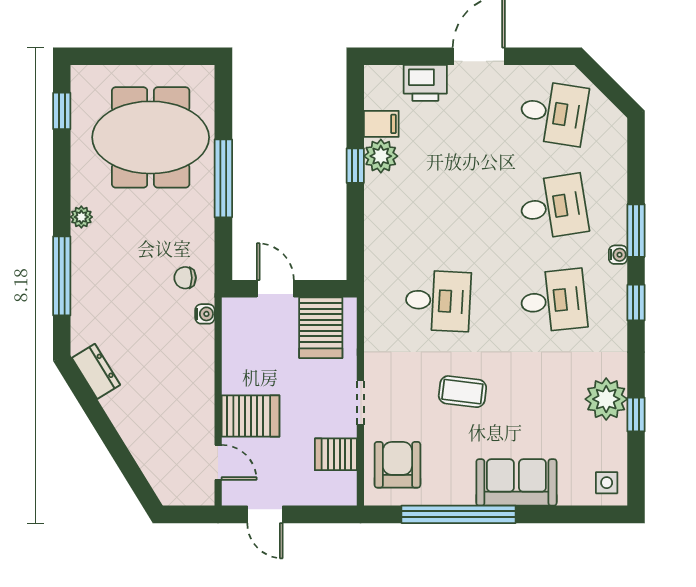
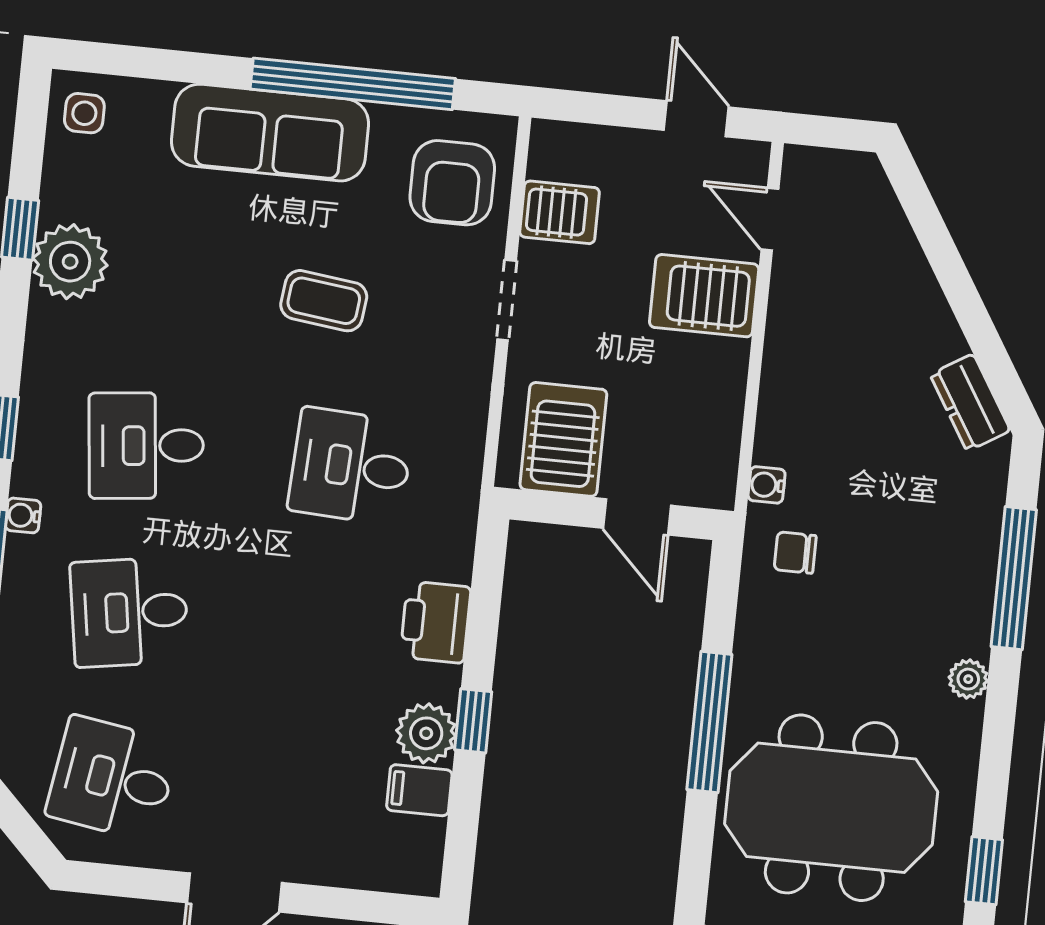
printer: (425, 83) -> (436, 622), moved, turned -90
chair: (185, 278) -> (795, 553), turned 180
sofa: (516, 482) -> (270, 133), width x1.36

